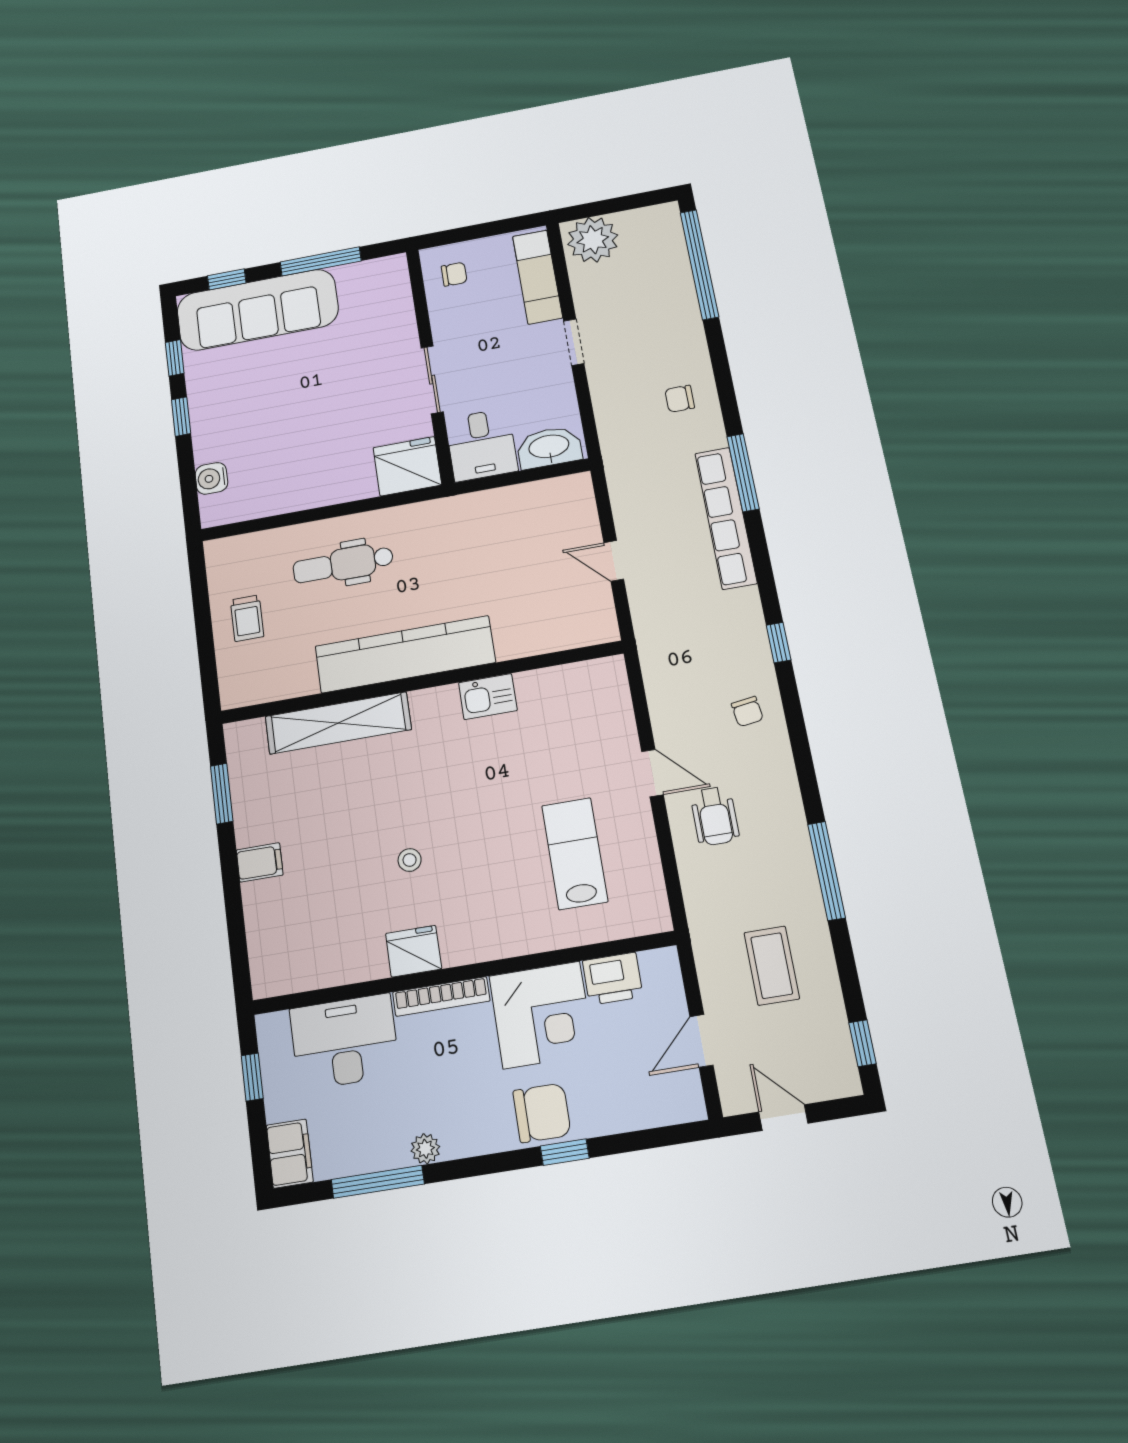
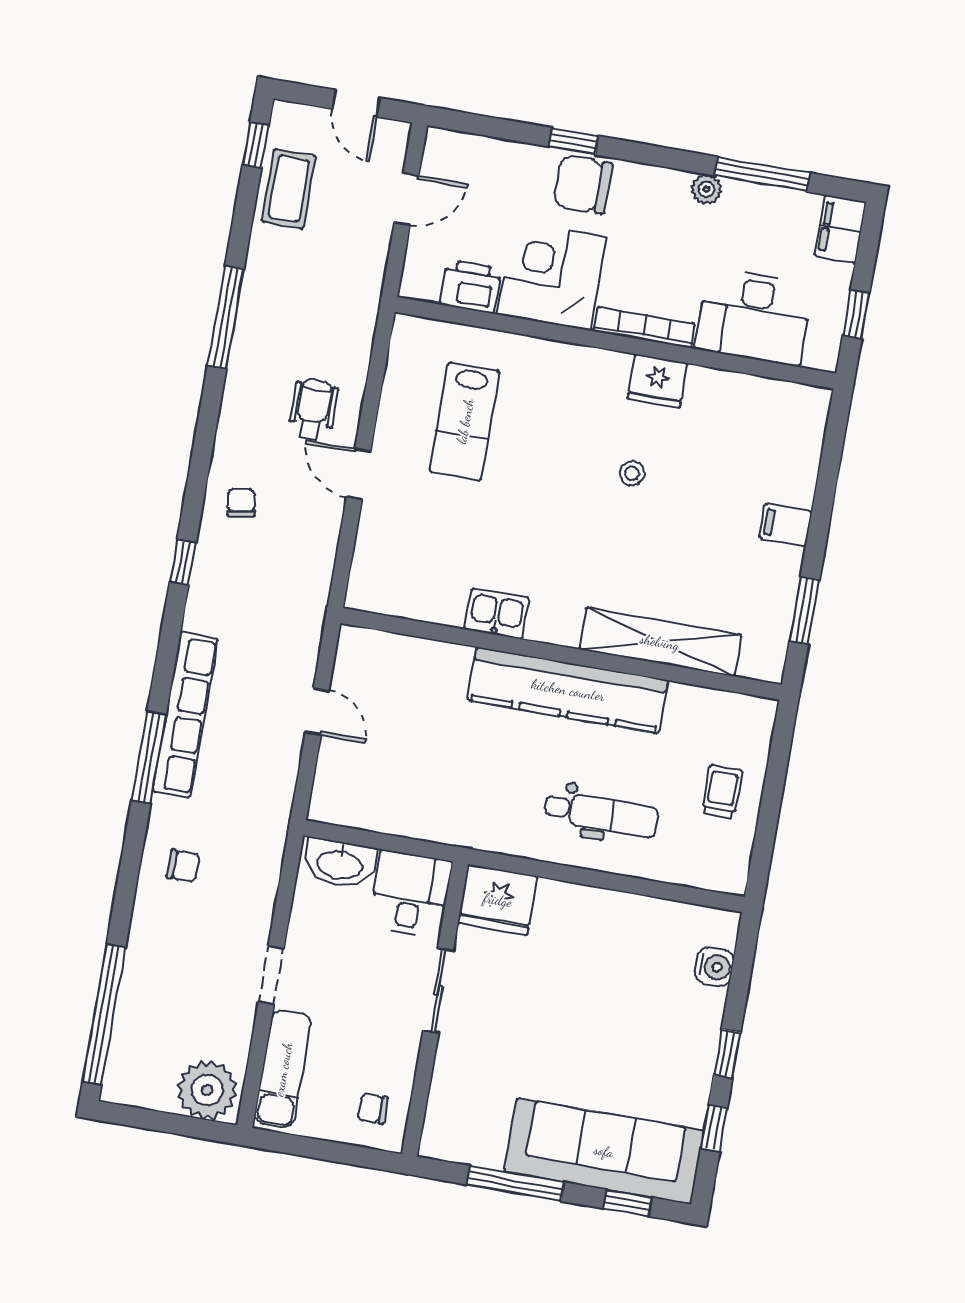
coffee table: (772, 966) -> (289, 189), moved

